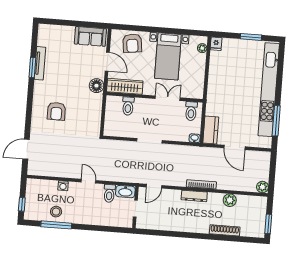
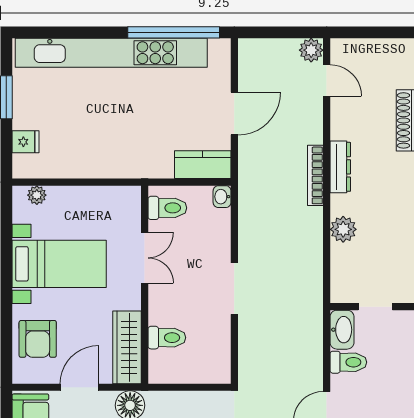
armchair: (132, 43) -> (38, 339), turned 97
fridge: (216, 44) -> (25, 142), moved
double door: (168, 98) -> (145, 258), swing flipped
window: (276, 121) -> (174, 32), width x1.46
door: (154, 186) -> (327, 80), moved
dresser: (194, 196) -> (340, 167), moved
plant: (230, 200) -> (343, 229), moved
window: (268, 224) -> (386, 32), removed

